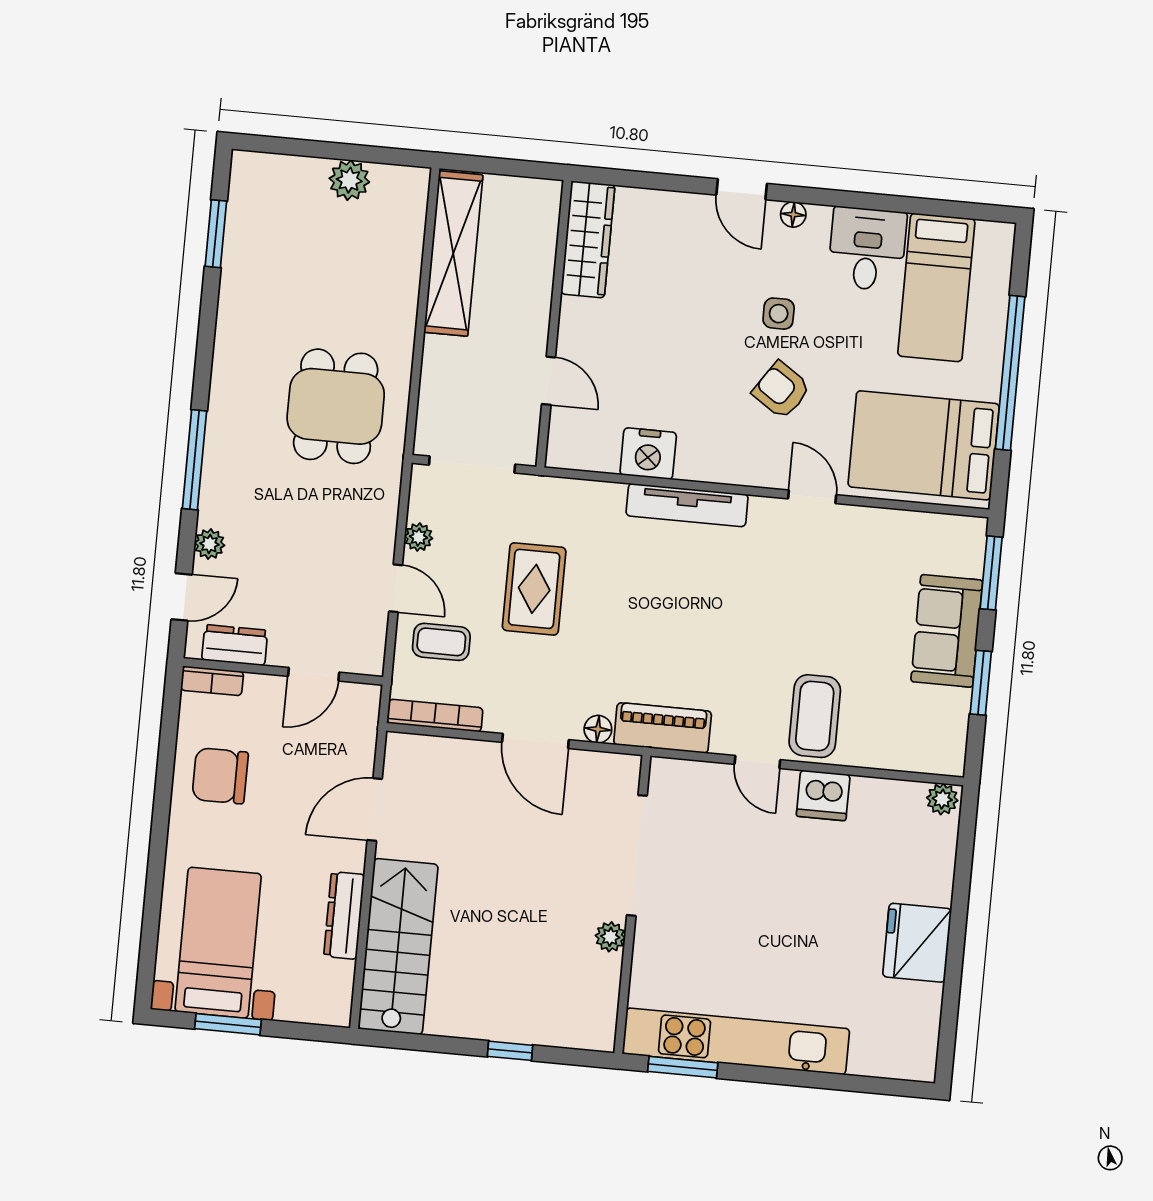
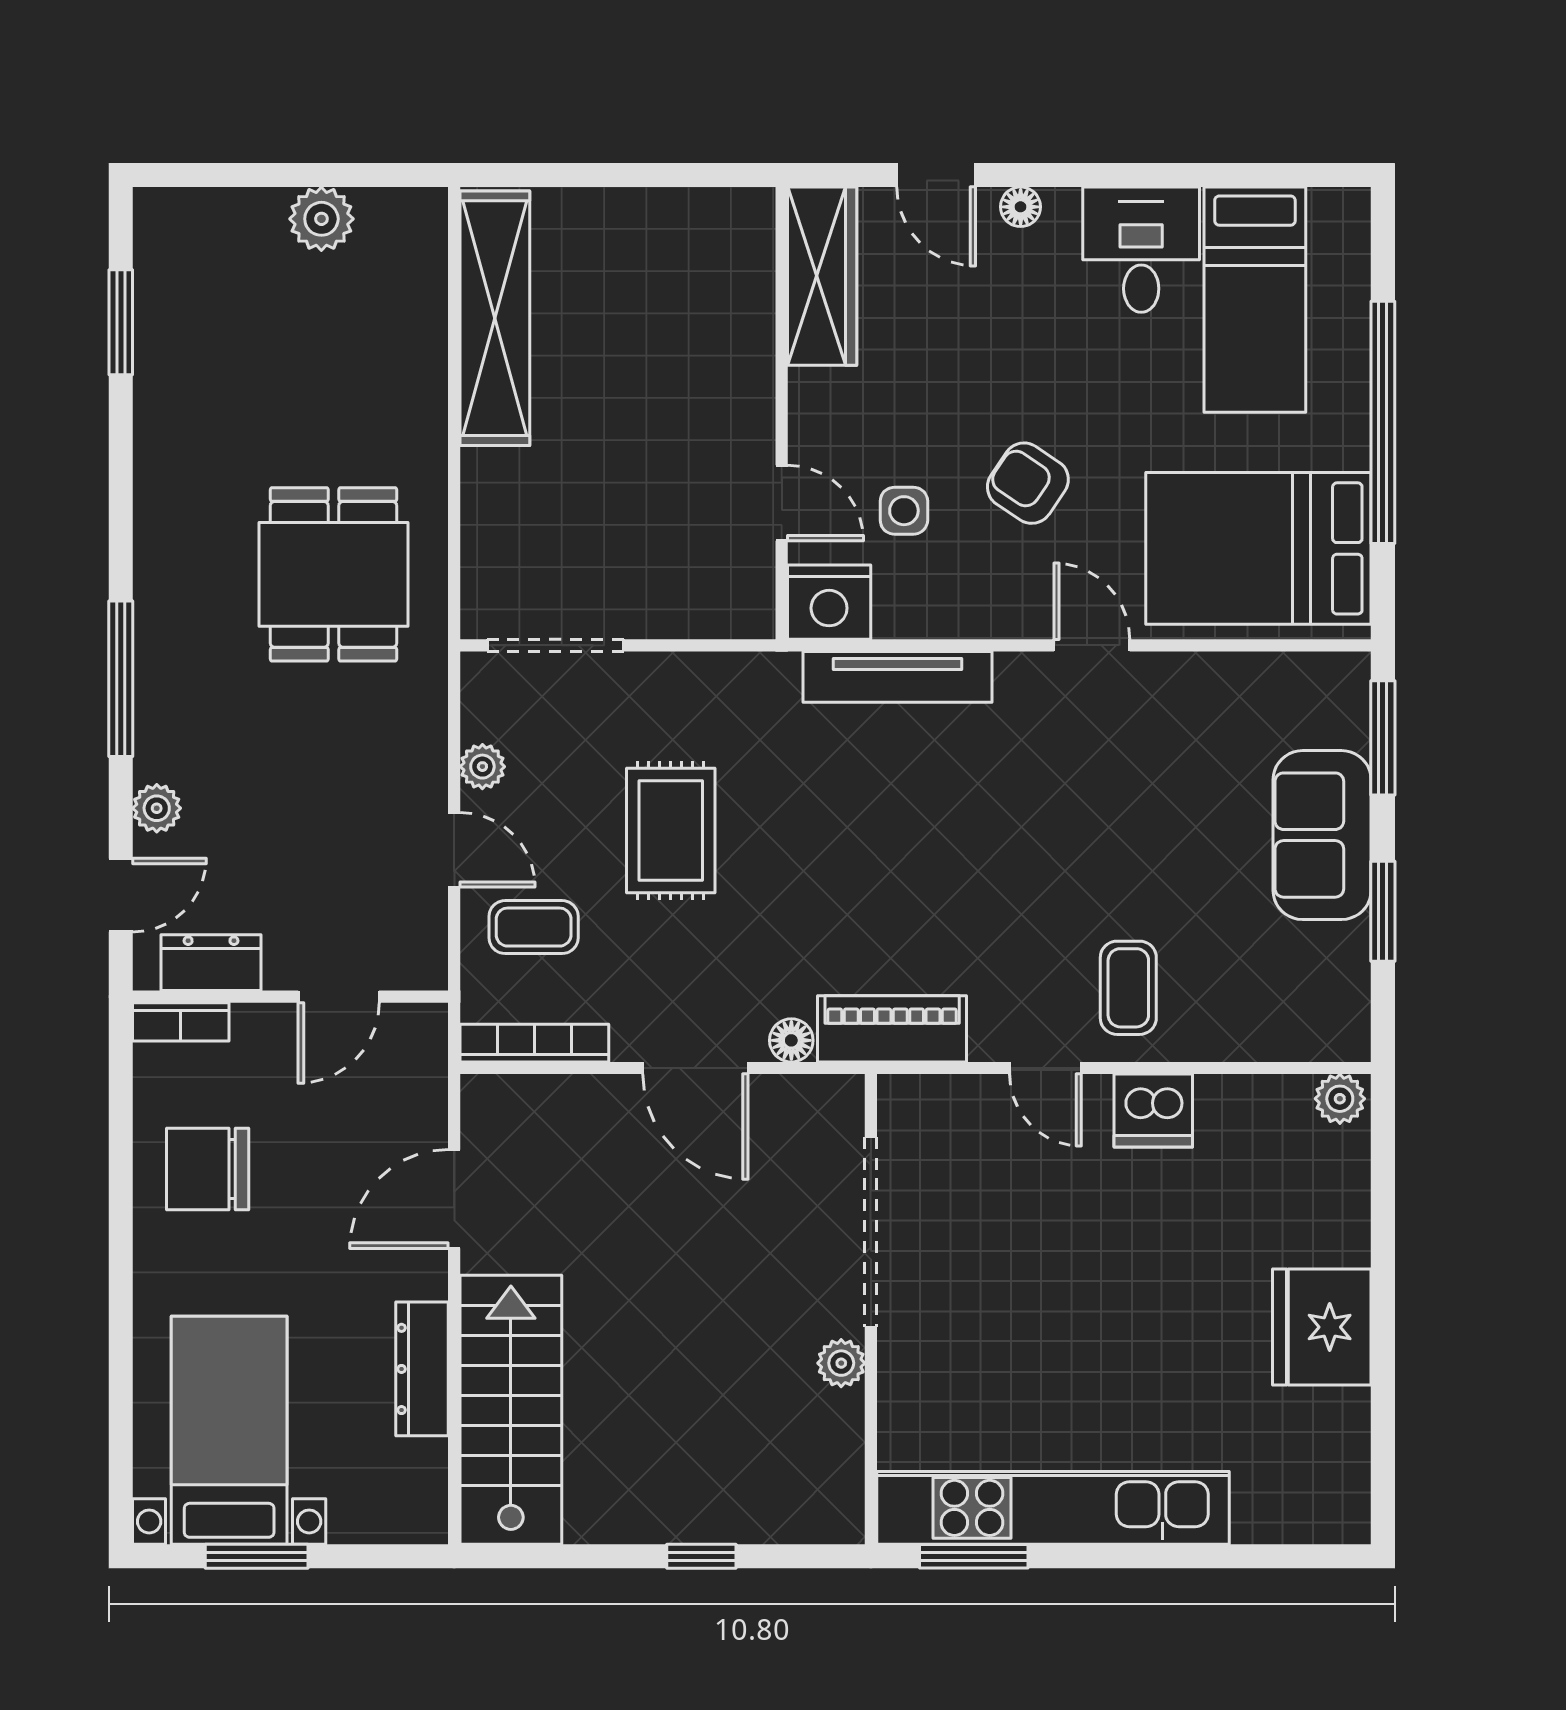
wardrobe: (588, 239) -> (822, 276), moved
side table: (779, 314) -> (904, 511), moved
wall: (554, 324) -> (782, 413), moved
door: (549, 381) -> (782, 503), moved
coffee table: (815, 716) -> (1128, 988), width x0.73, depth x0.77

